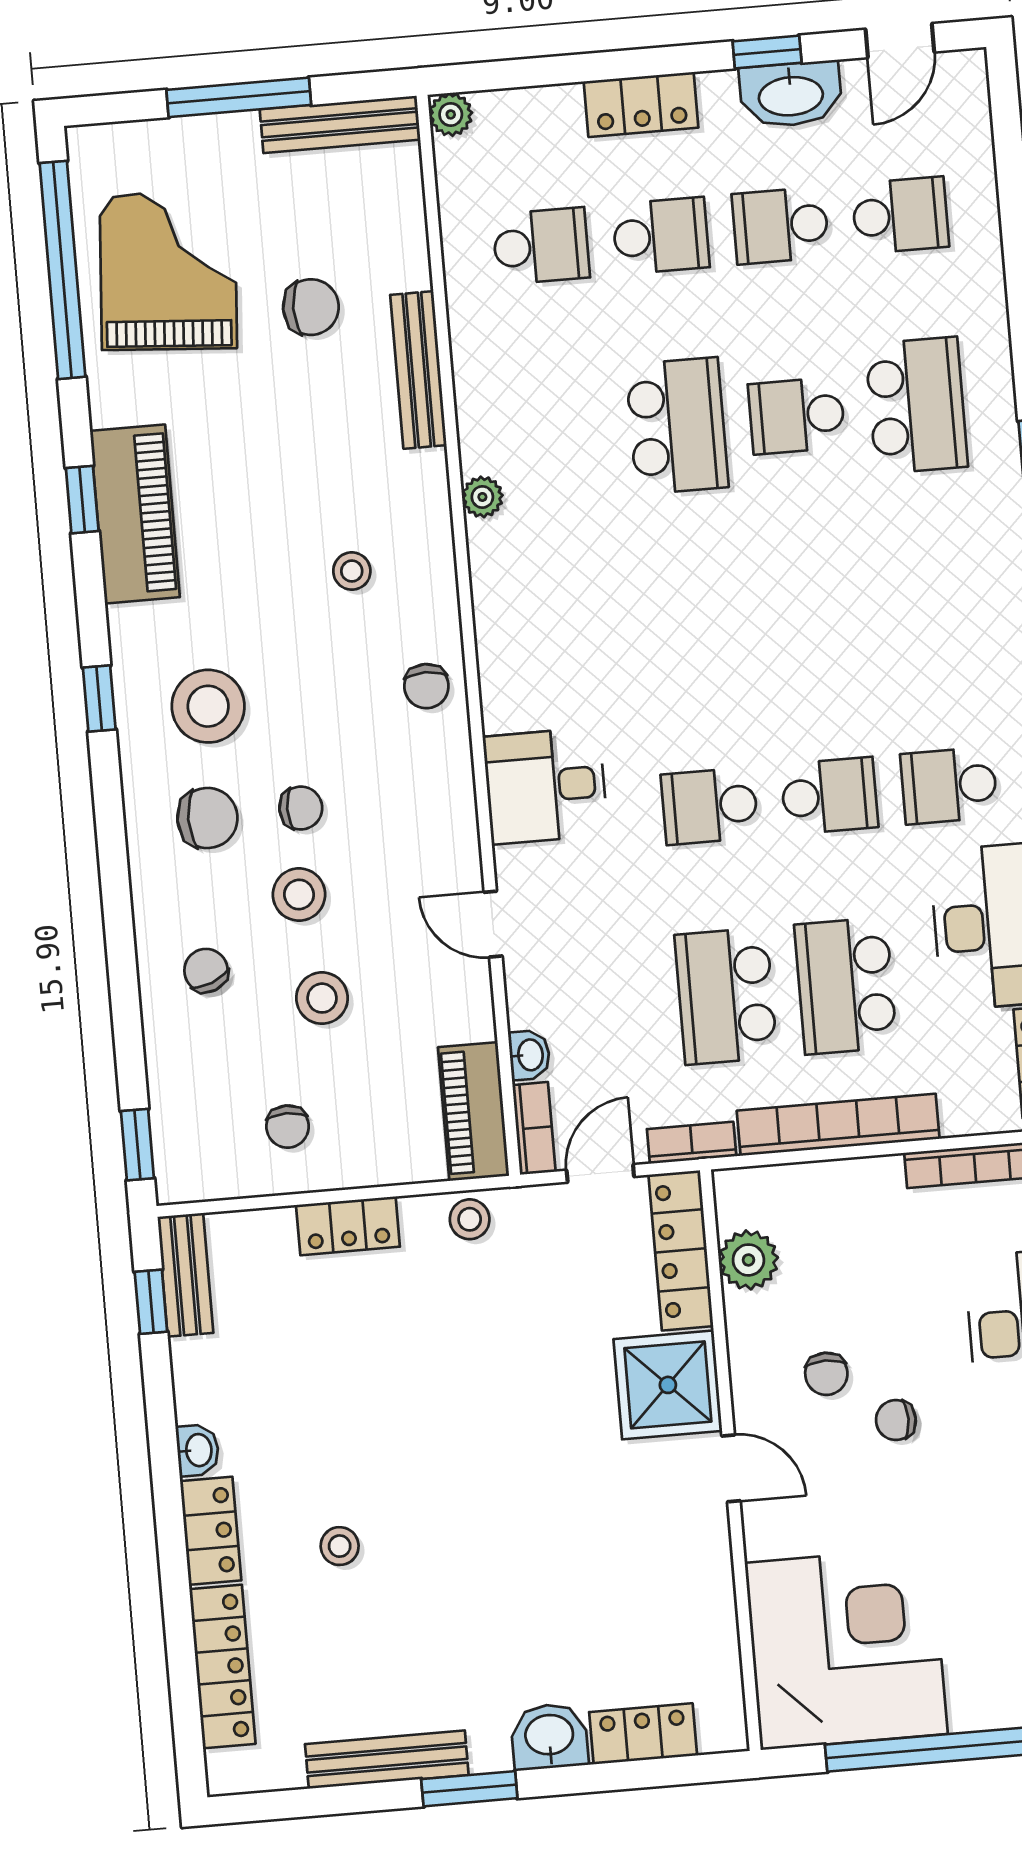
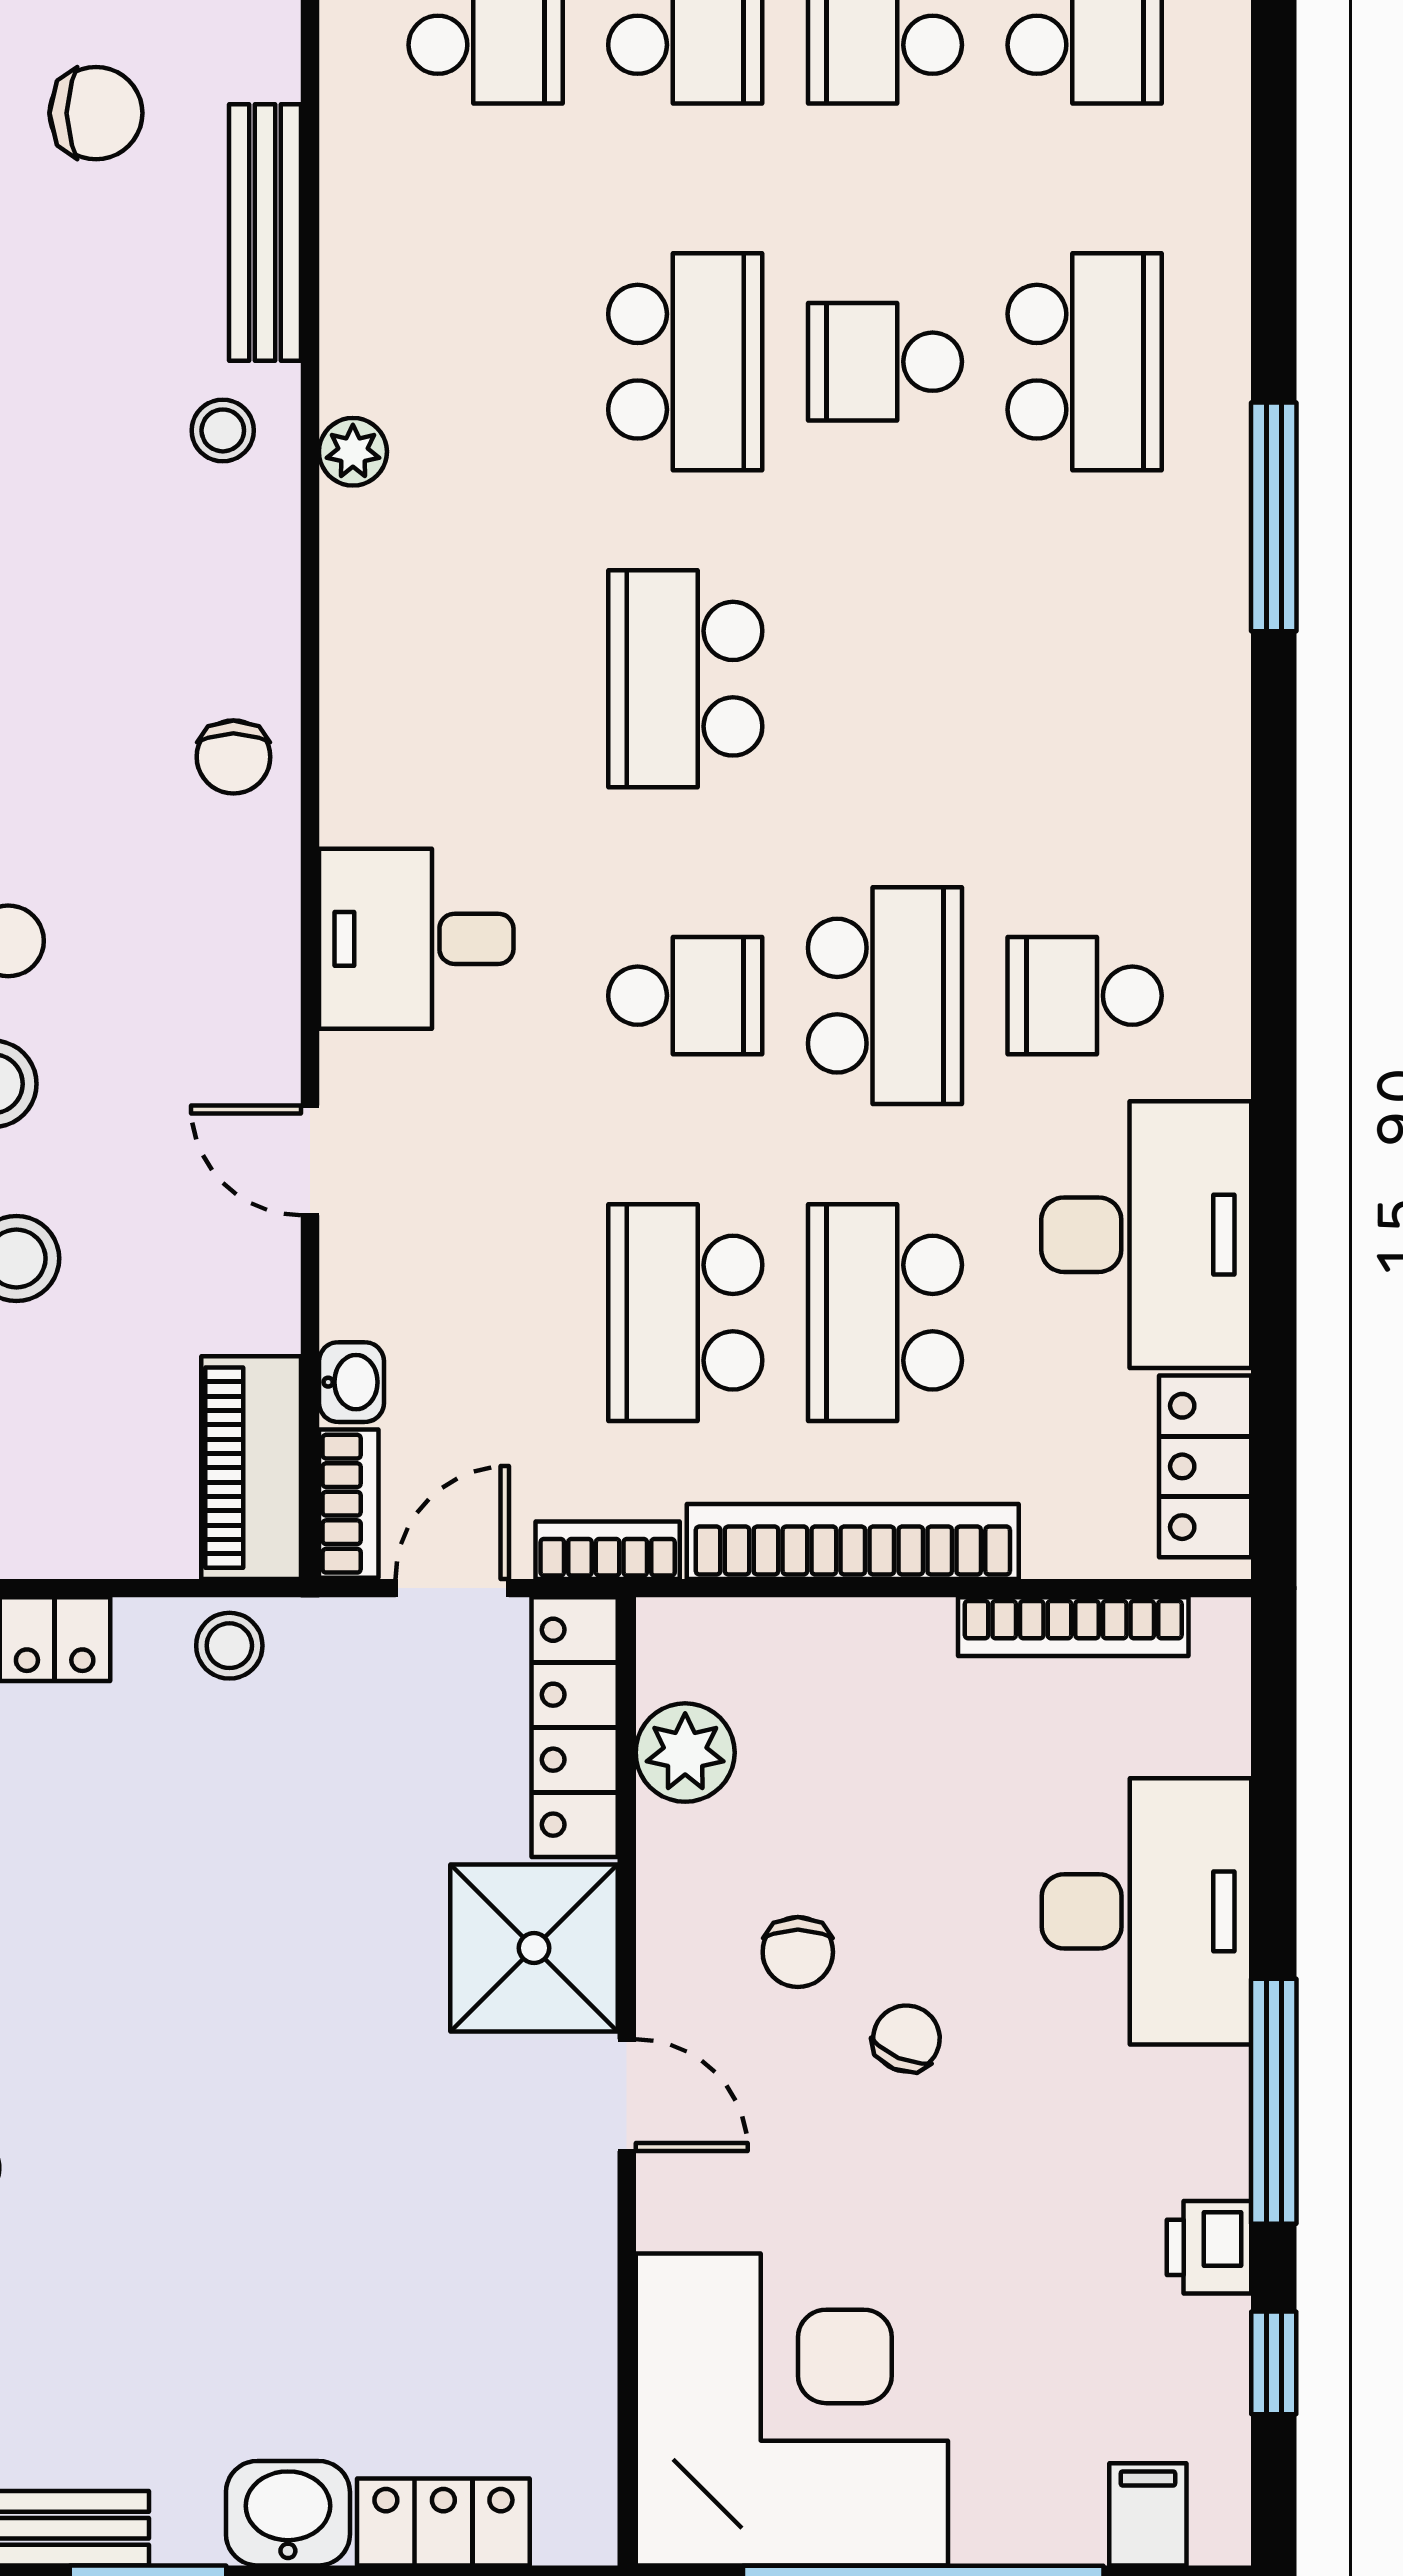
stool: (352, 571) -> (223, 430), moved
school desk: (693, 616) -> (685, 679), added
school desk: (829, 796) -> (885, 996), width x1.85
school desk: (710, 806) -> (685, 996), turned 180
chair: (896, 1420) -> (906, 2038), turned 113

